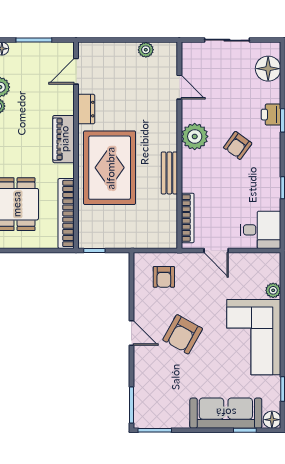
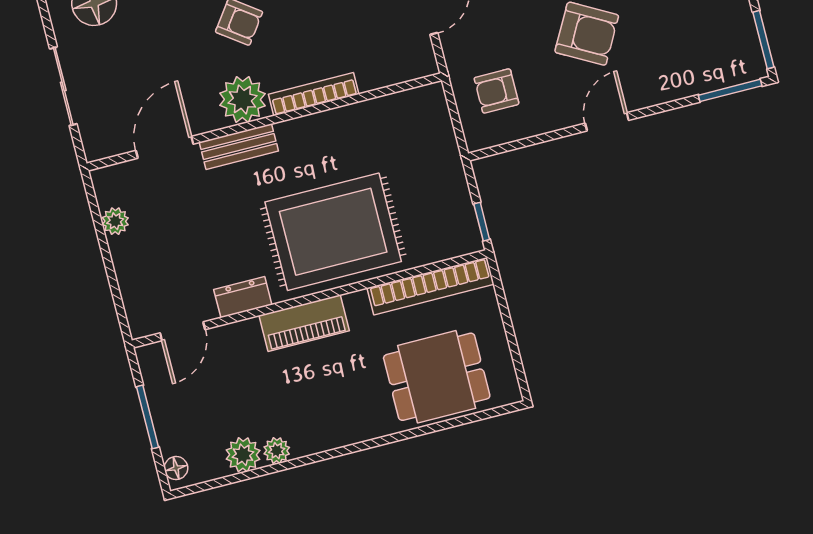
door: (76, 71) -> (183, 331), hinge flipped
door: (179, 87) -> (165, 147), width x1.38
bench: (169, 173) -> (239, 147), moved
bookcase: (188, 218) -> (314, 94), moved
armchair: (164, 277) -> (496, 91), turned 180

